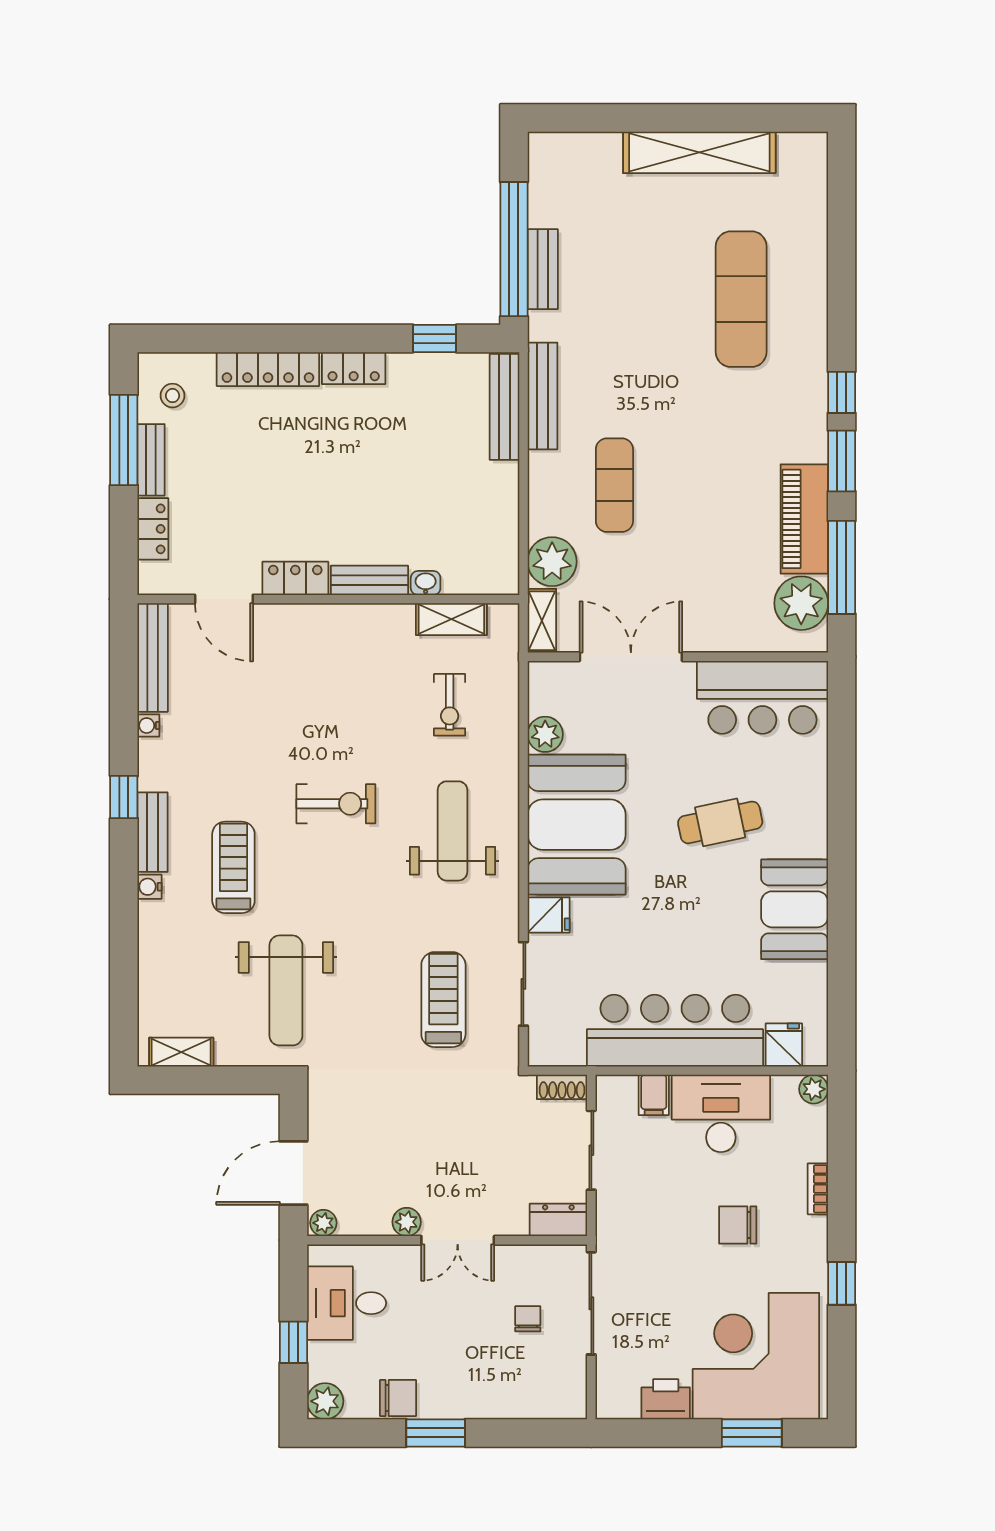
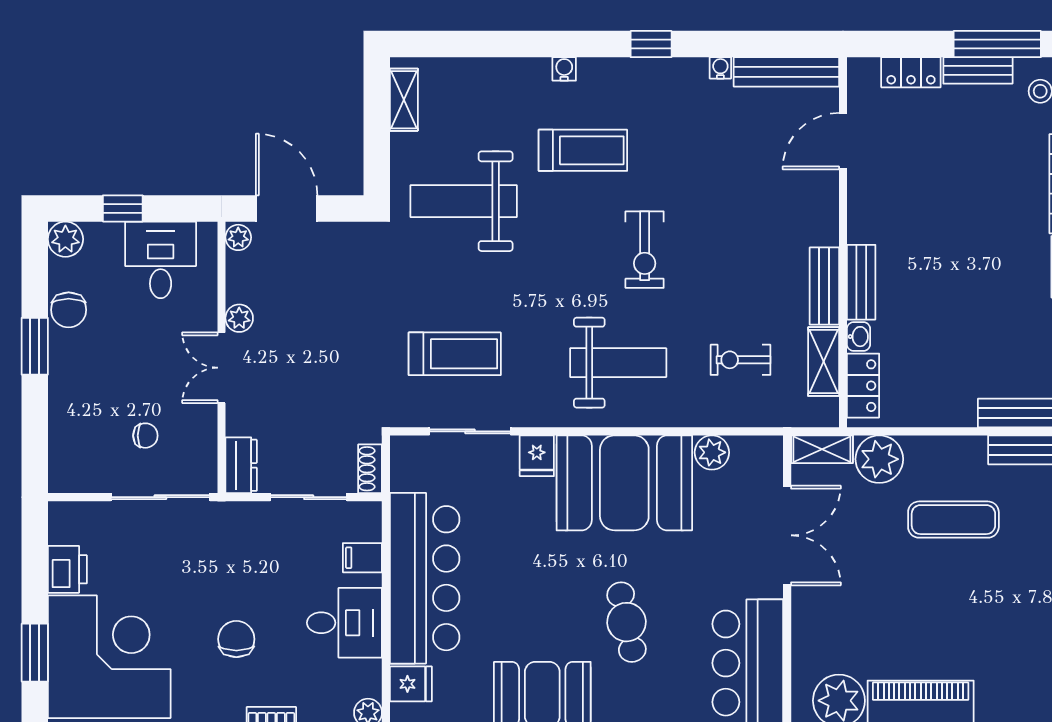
locker: (295, 578) -> (863, 386), moved
bench: (153, 832) -> (824, 286), moved, turned 90
desk: (721, 1113) -> (344, 623), width x0.73

